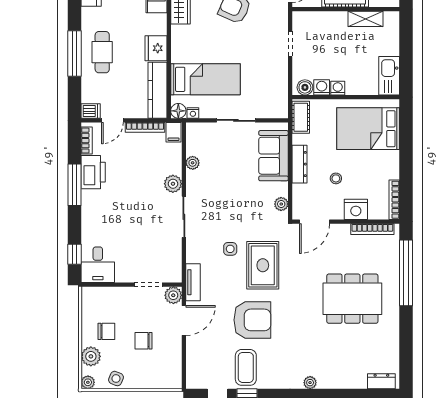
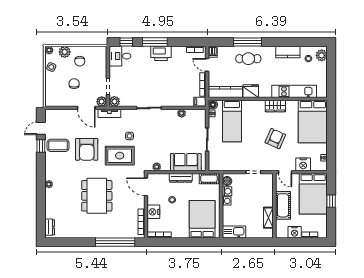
printer: (93, 172) -> (161, 53), moved
plant: (173, 184) -> (114, 101), moved
window: (75, 185) -> (155, 42), moved
dining table: (352, 299) -> (97, 196), moved

